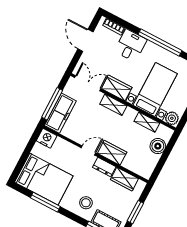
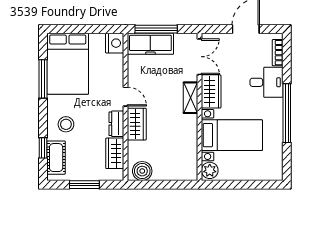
shelving: (147, 122) -> (191, 145), removed
boiler: (158, 146) -> (142, 171), moved

